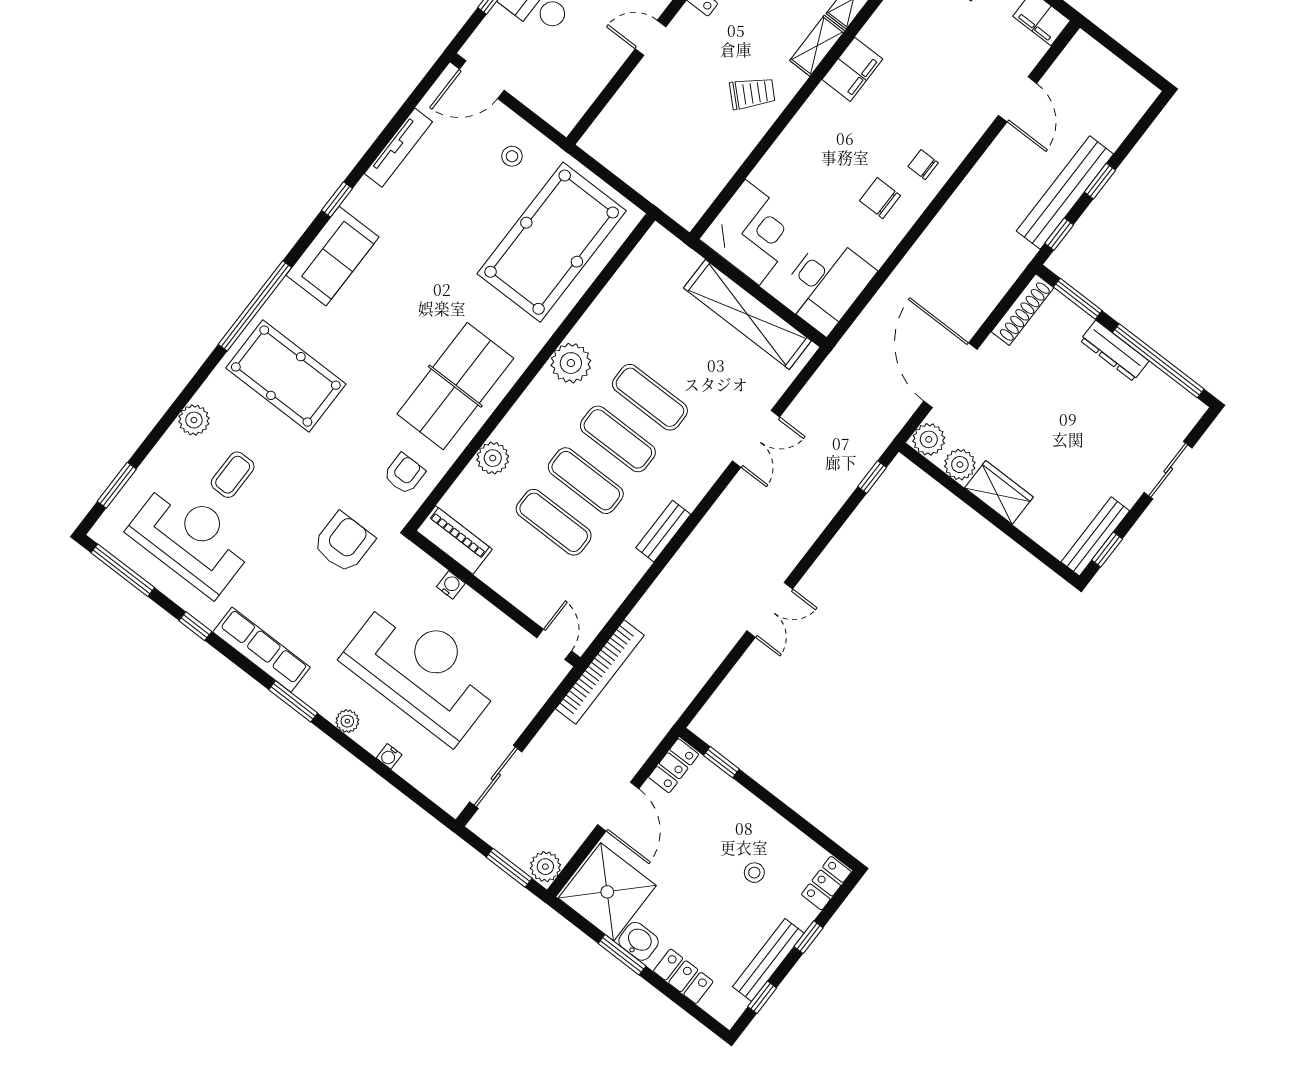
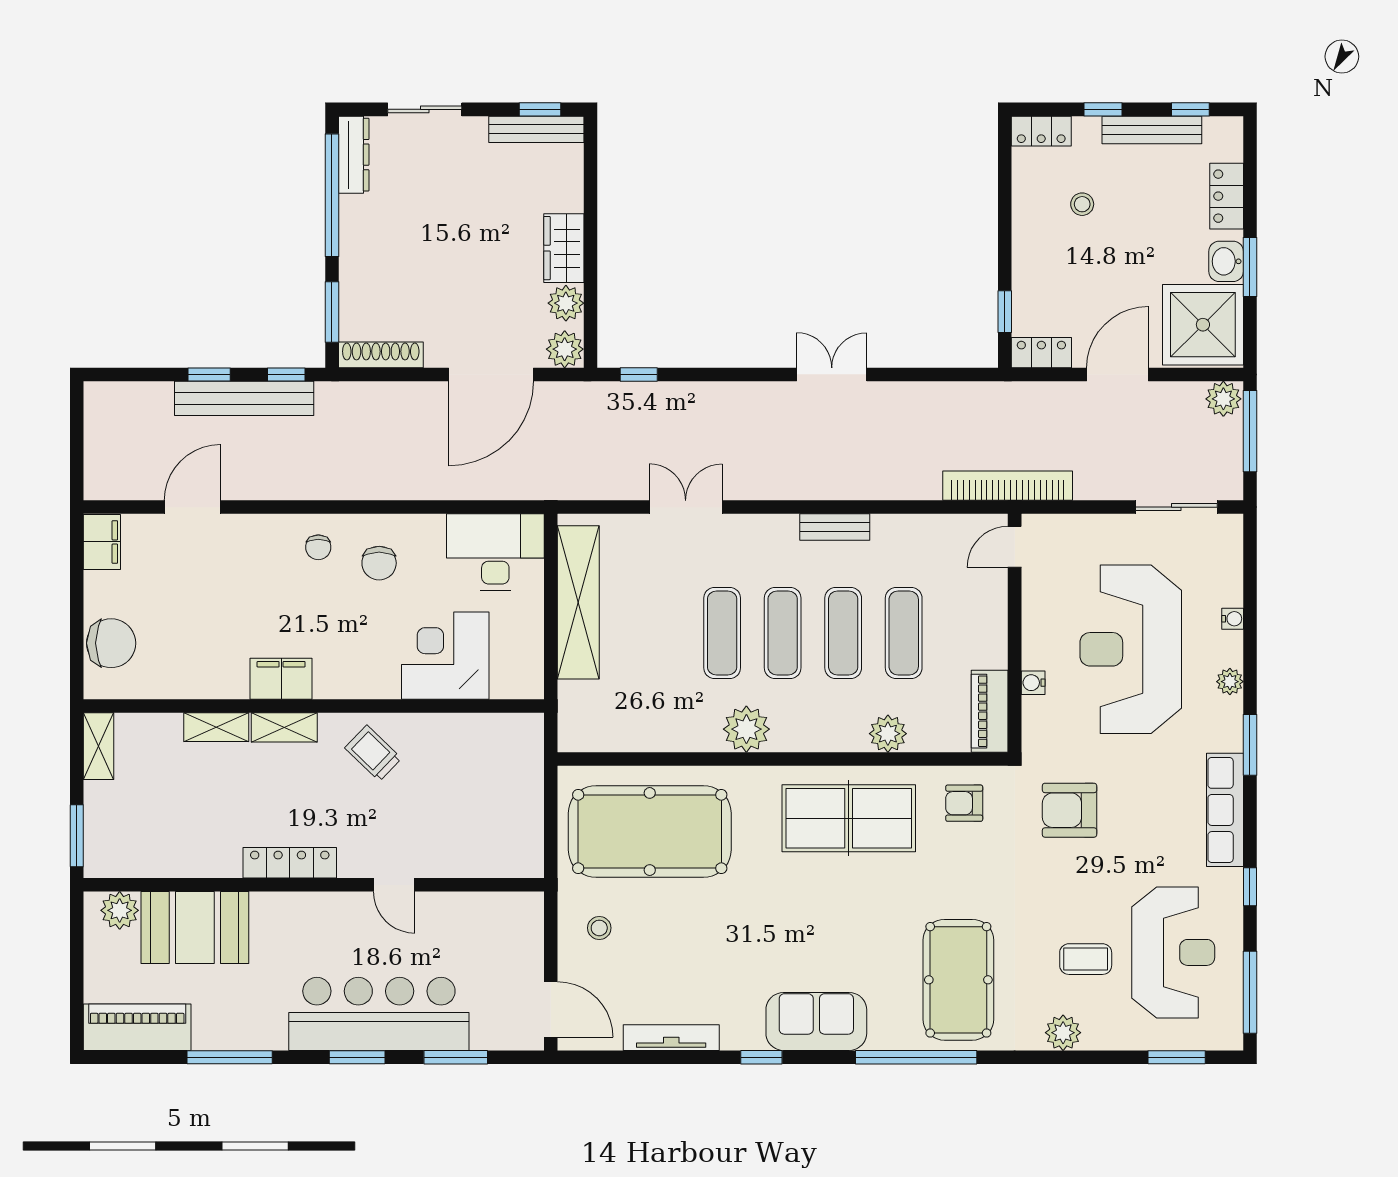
corner desk: (752, 232) -> (445, 656), moved
dresser: (1114, 351) -> (354, 155), moved
reception desk: (191, 538) -> (1173, 952), turned 180
window: (509, 868) -> (1250, 431), width x1.44

